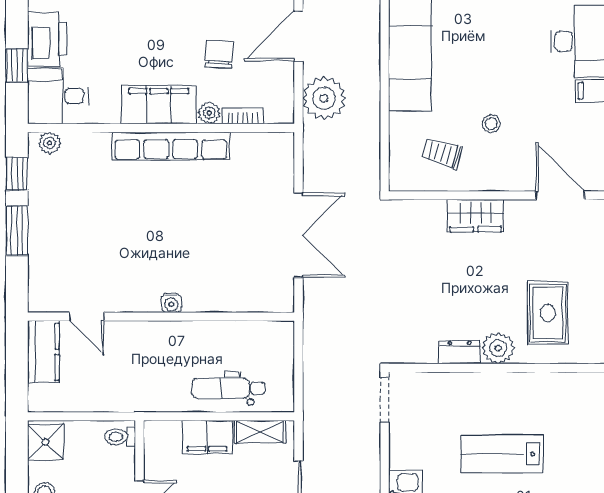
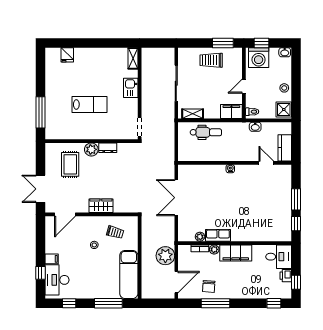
printer: (47, 39) -> (286, 276), width x0.53, depth x0.68
chair: (219, 54) -> (209, 286), moved
window: (17, 65) -> (296, 282), moved
plant: (50, 143) -> (200, 237), moved
row of seats: (171, 146) -> (218, 235), width x0.50
door: (560, 195) -> (65, 214), hinge flipped
washbasin: (113, 401) -> (255, 127), added
filing cabinet: (207, 437) -> (231, 112), moved

